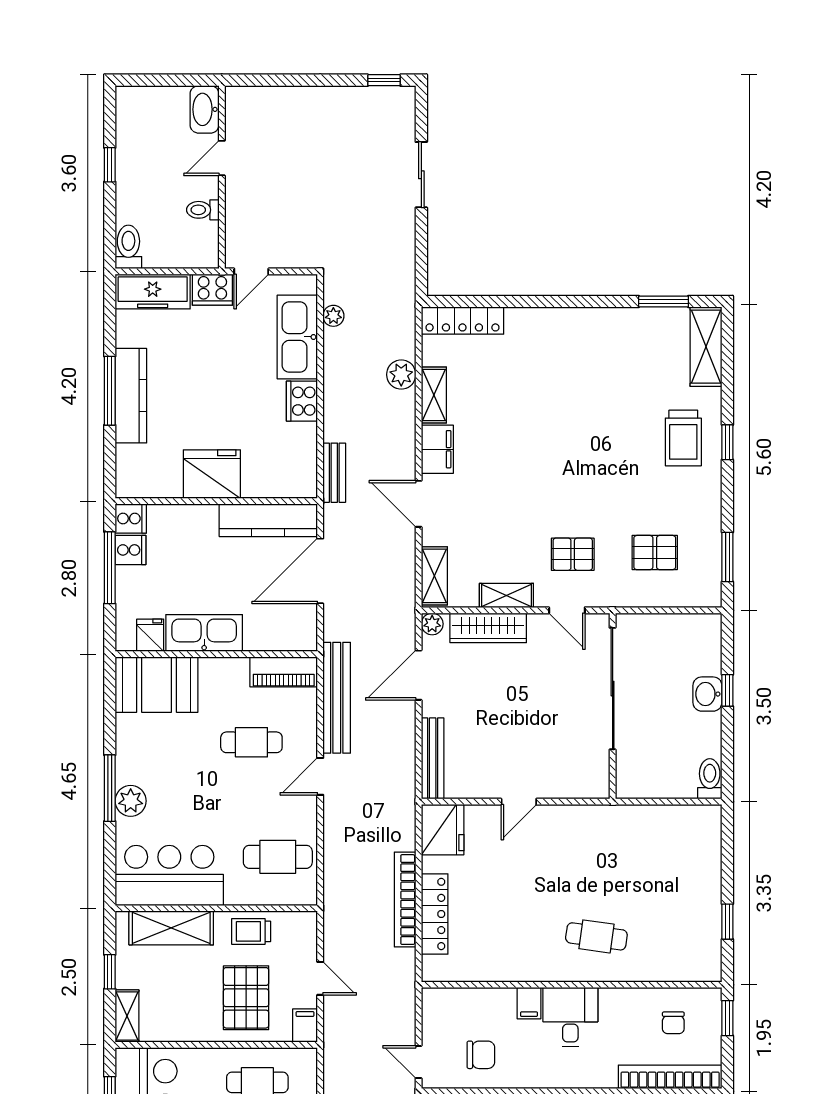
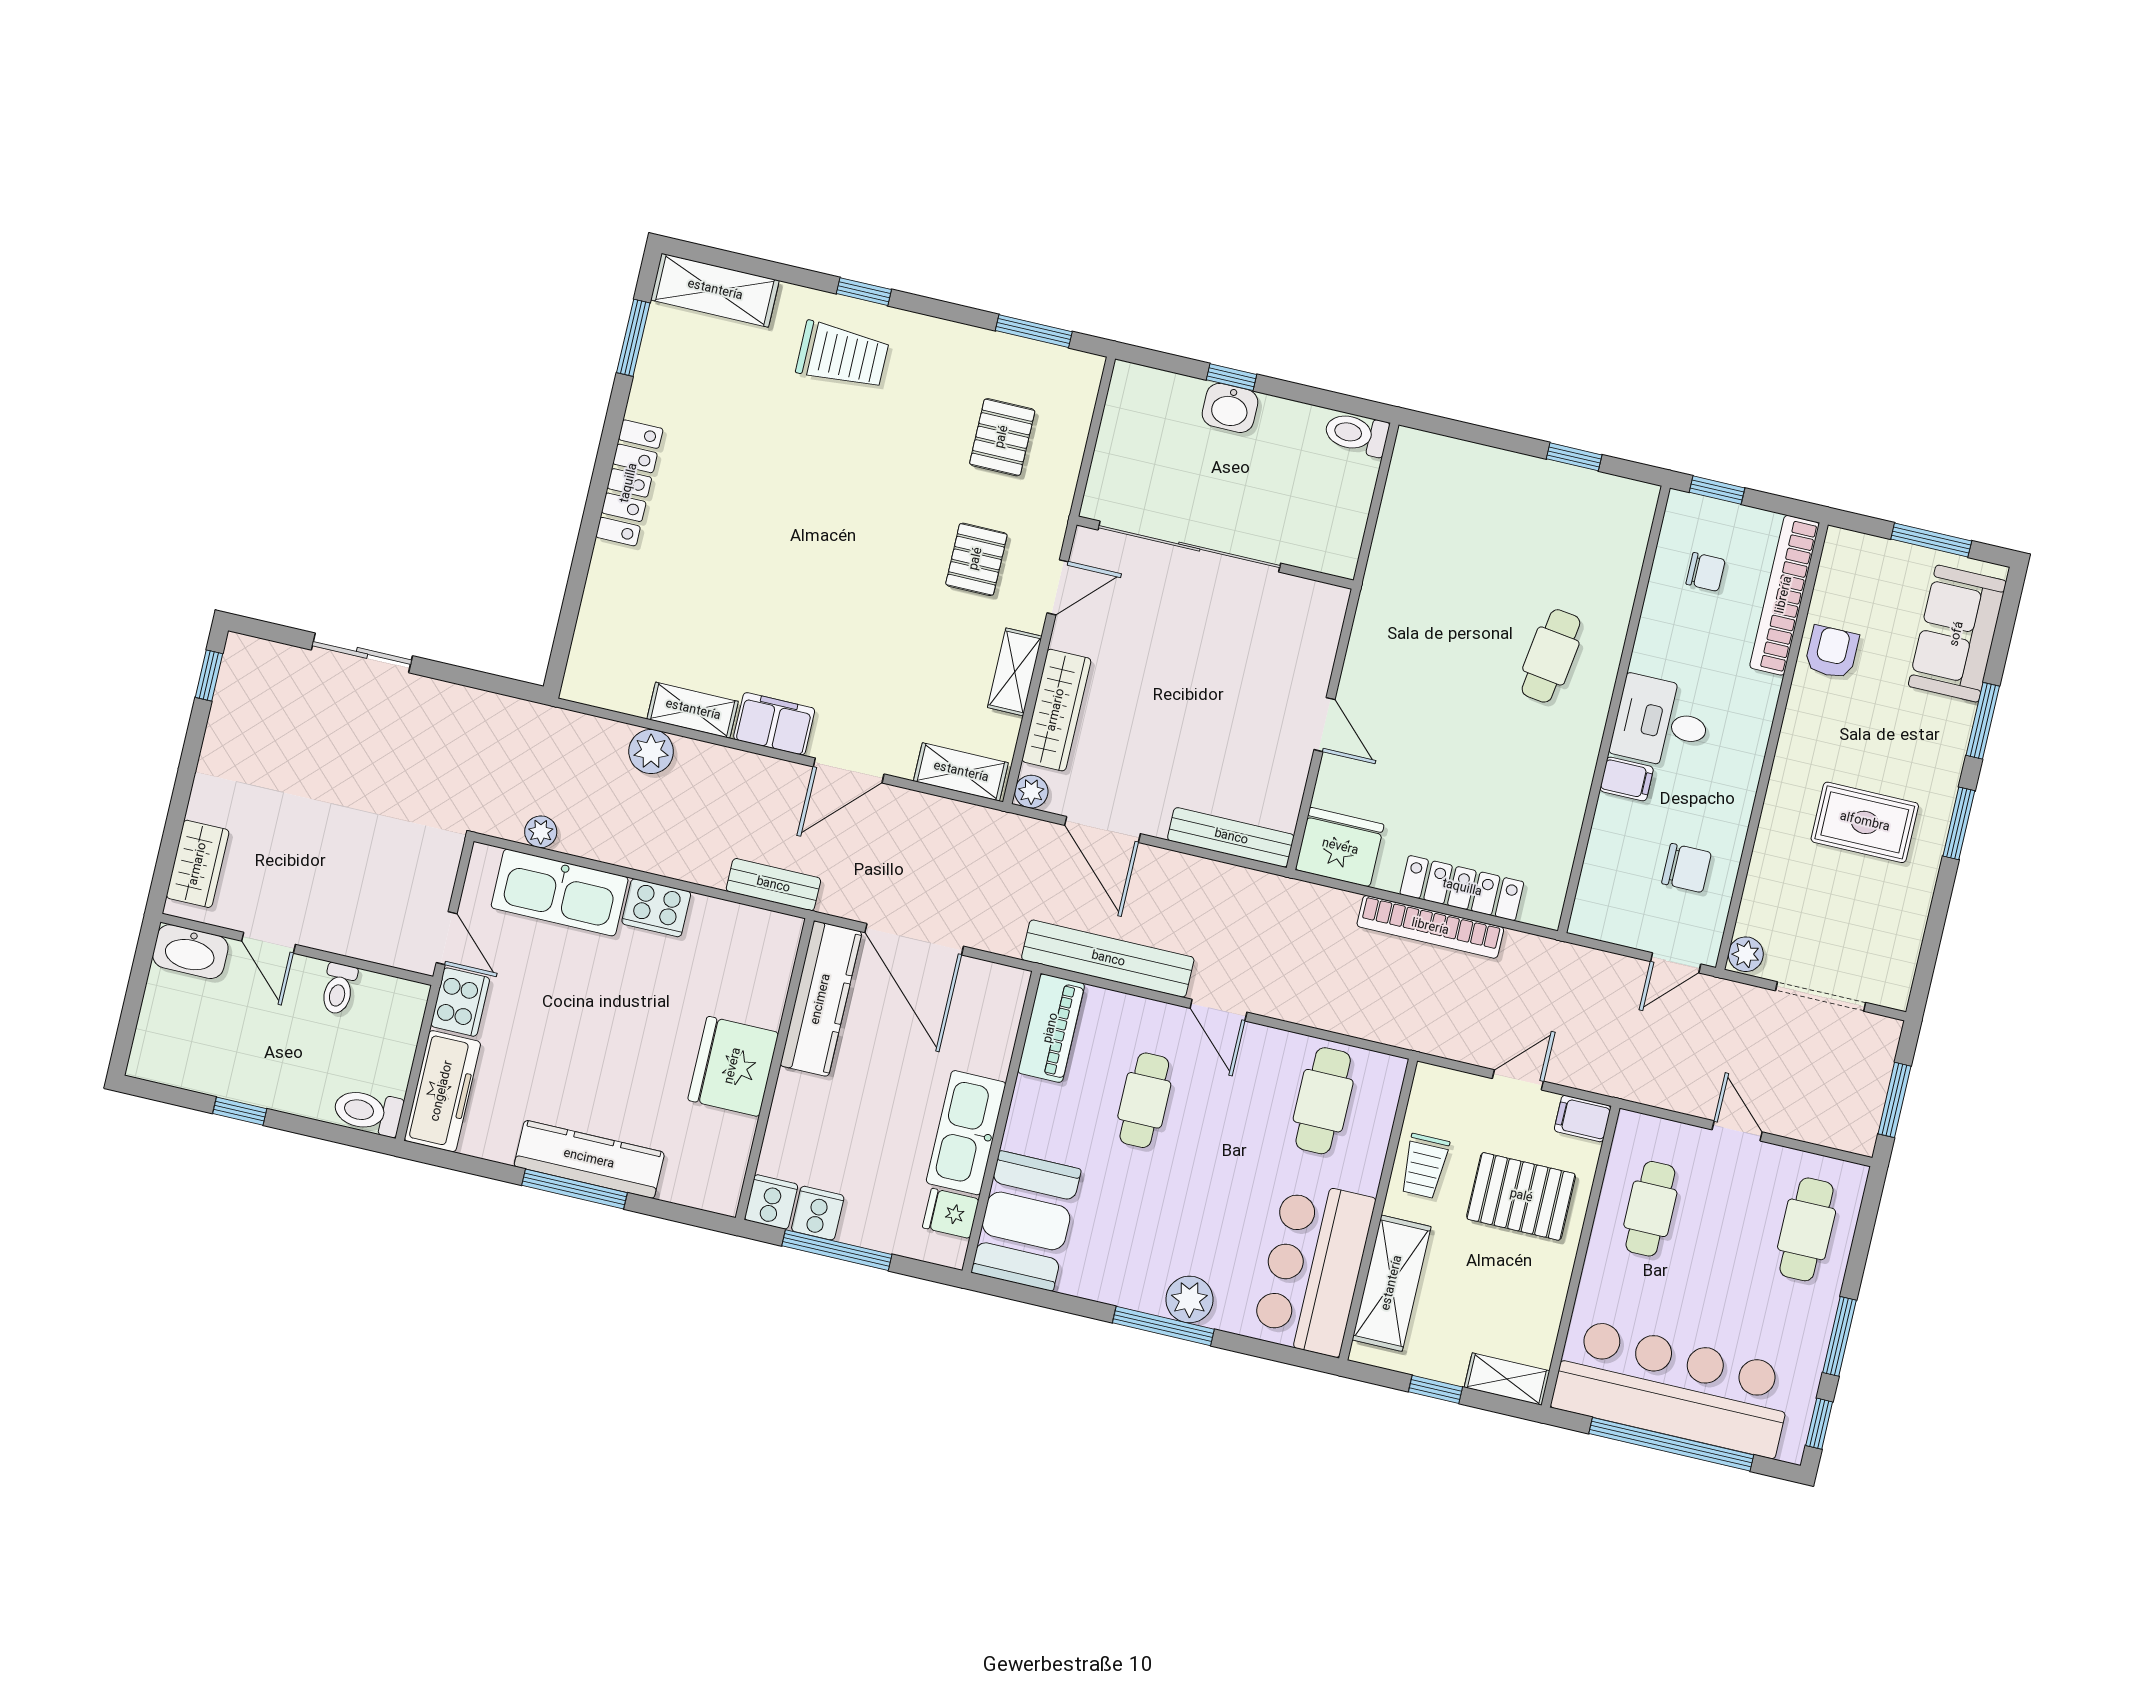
wardrobe: (262, 101) -> (198, 864), added
locker: (462, 321) -> (629, 483), moved
chair: (481, 1055) -> (1686, 868), turned 90

